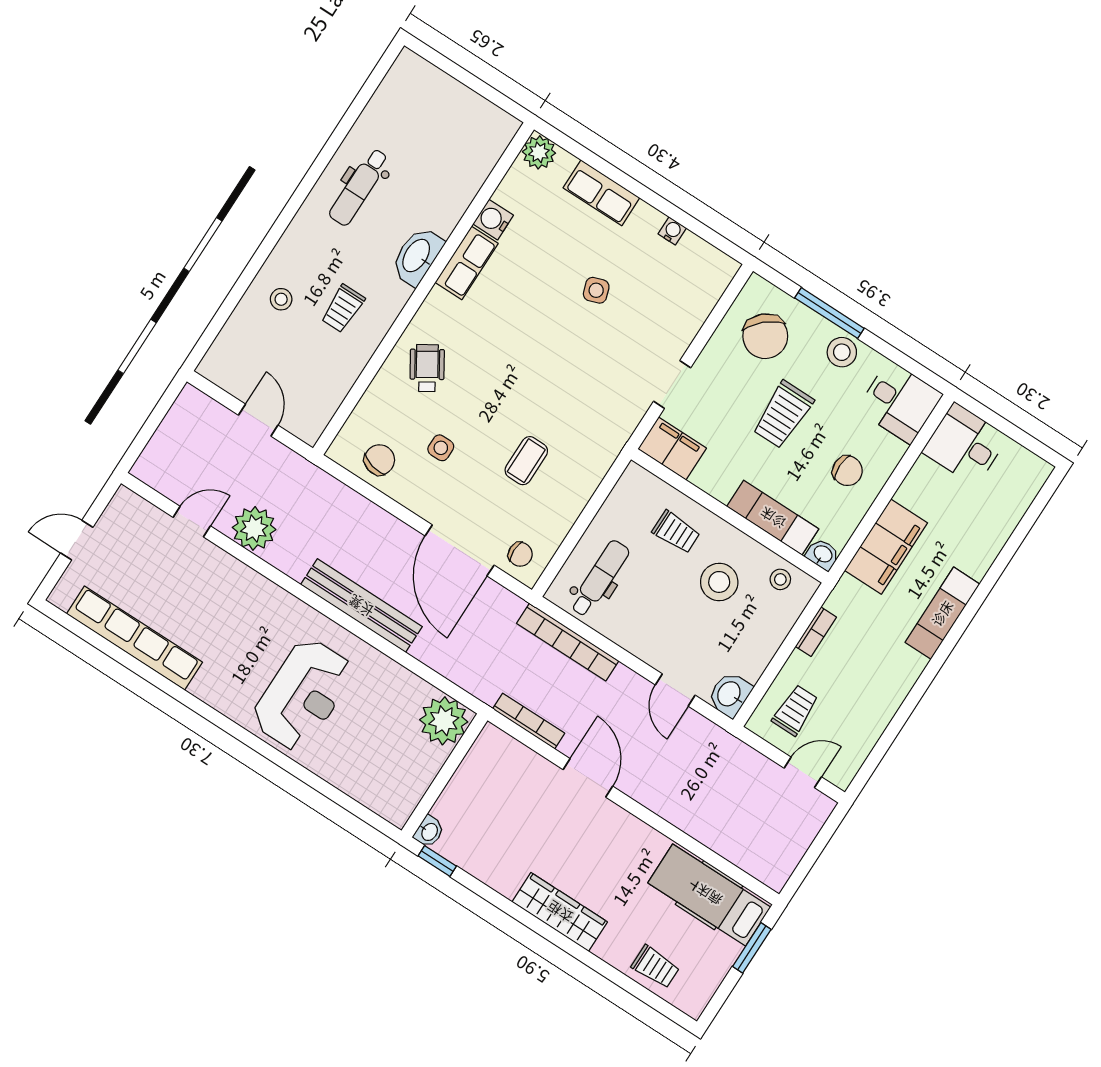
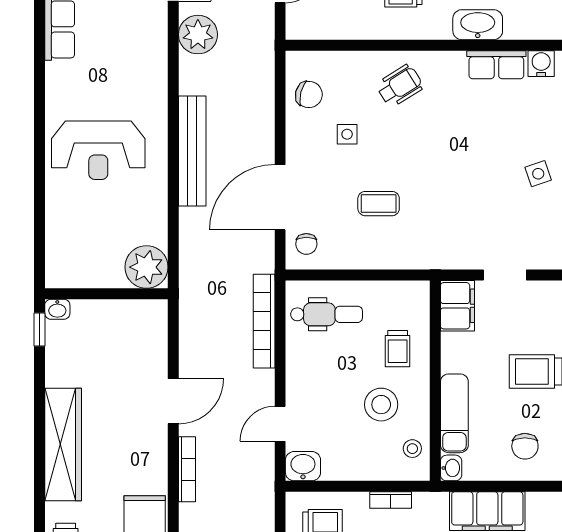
bookcase: (529, 721) -> (187, 469), moved
wardrobe: (560, 912) -> (63, 444), width x1.40, depth x1.17

